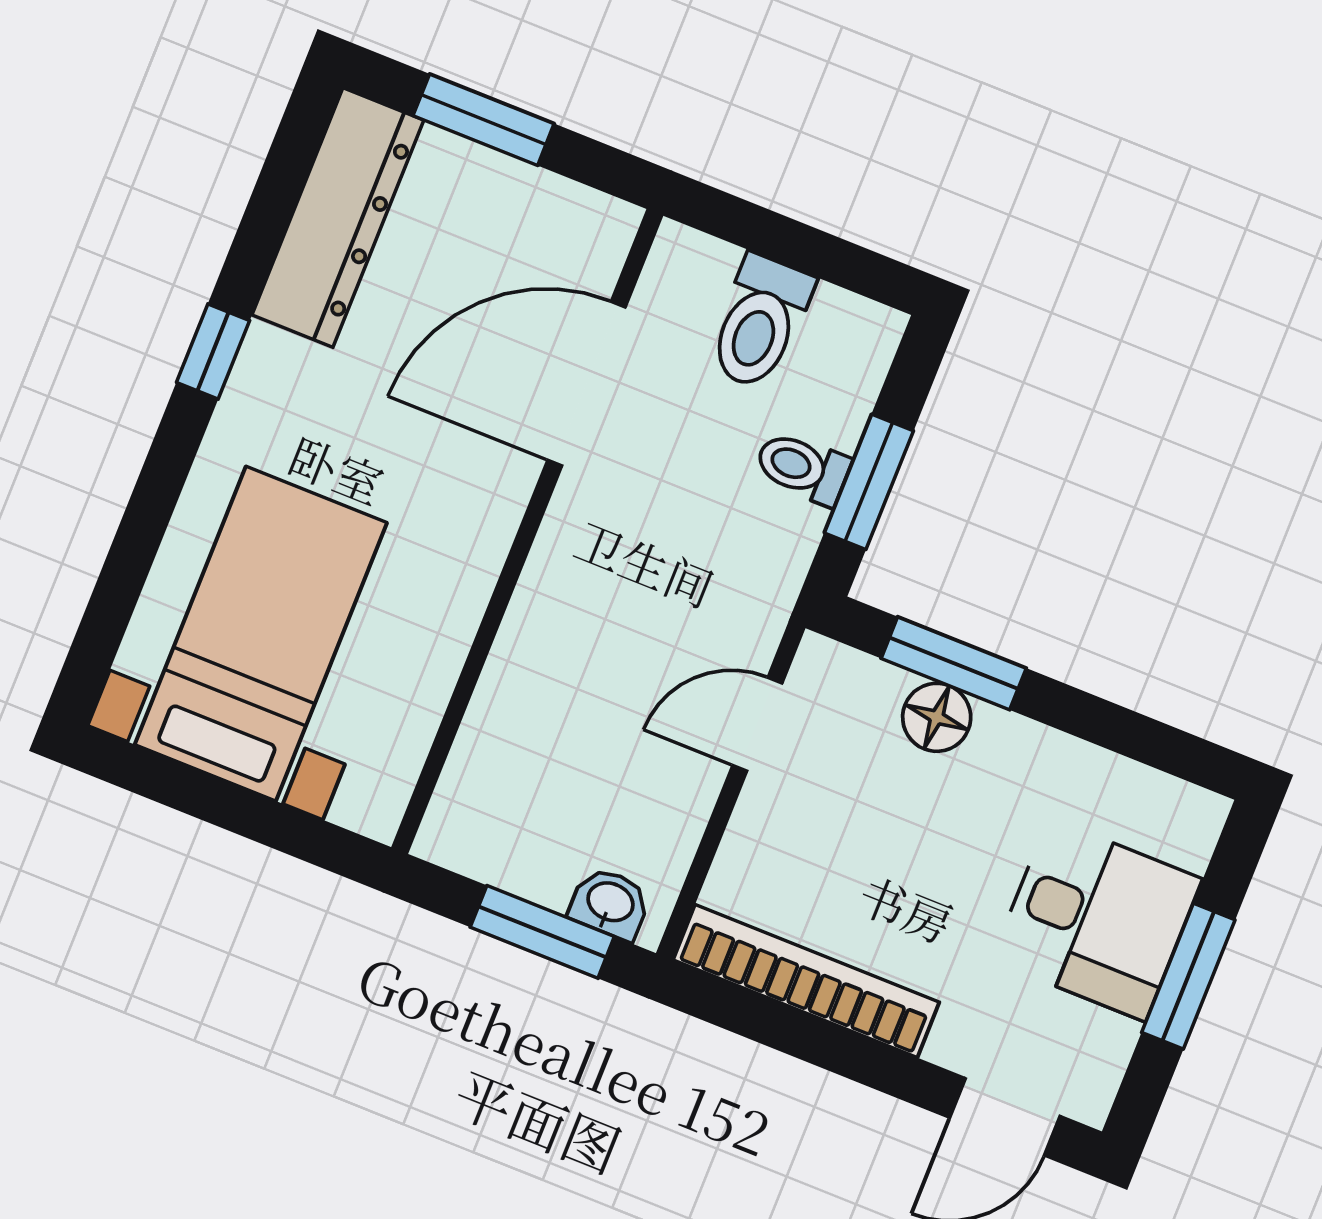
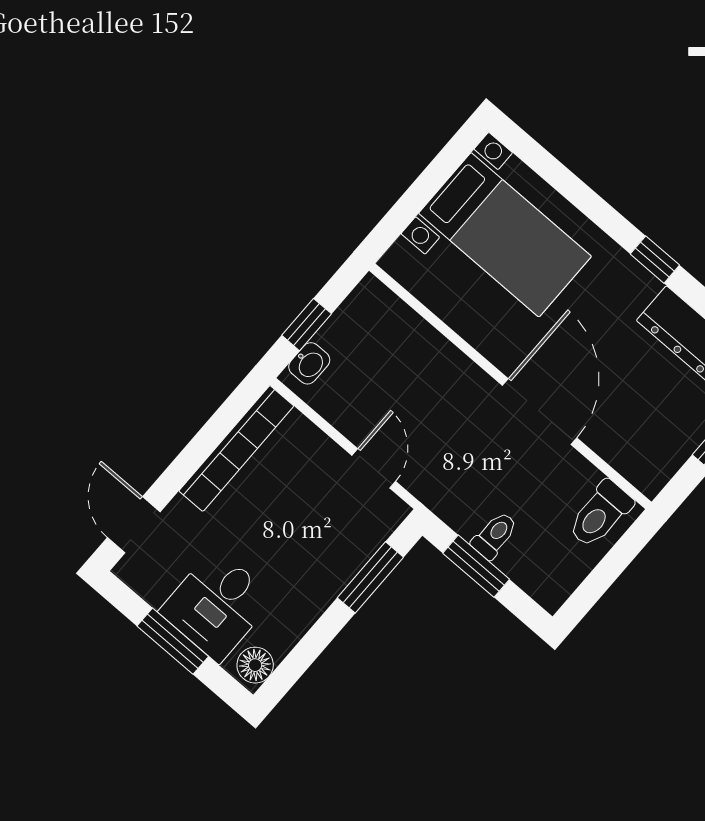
toilet: (760, 322) -> (600, 514), moved, turned -90
door: (586, 384) -> (540, 412), moved
floor lamp: (937, 717) -> (255, 665), moved
window: (542, 932) -> (307, 325), width x0.67

